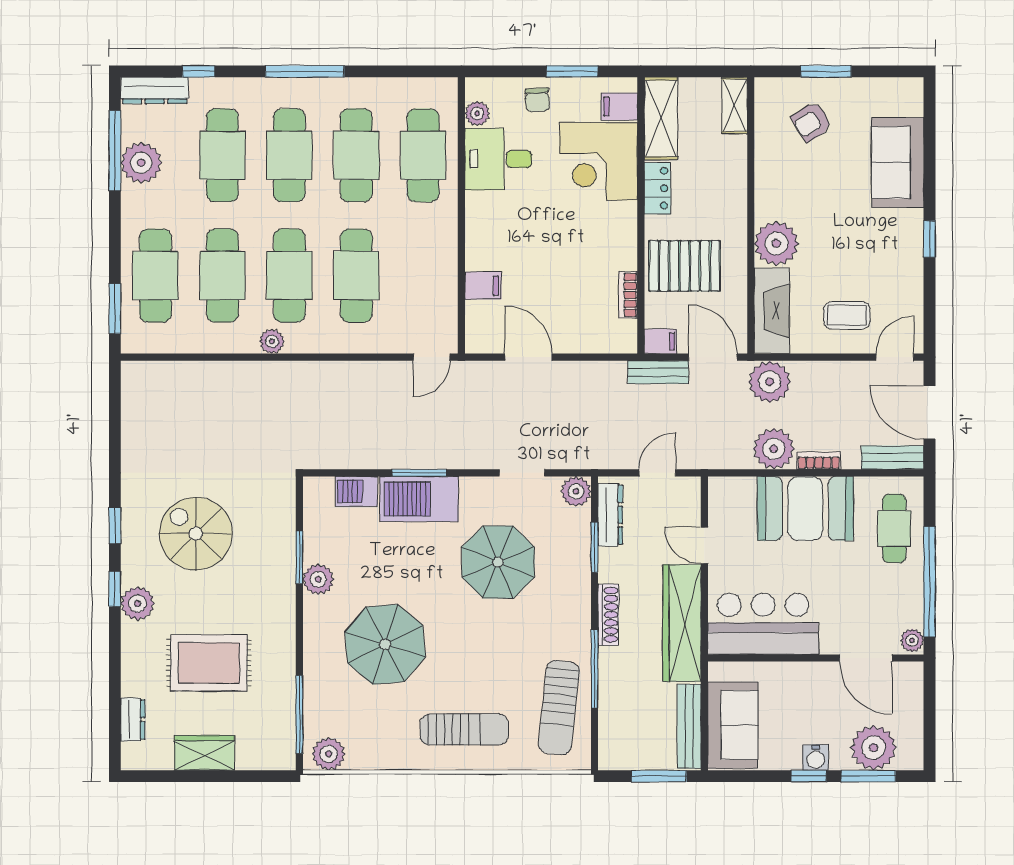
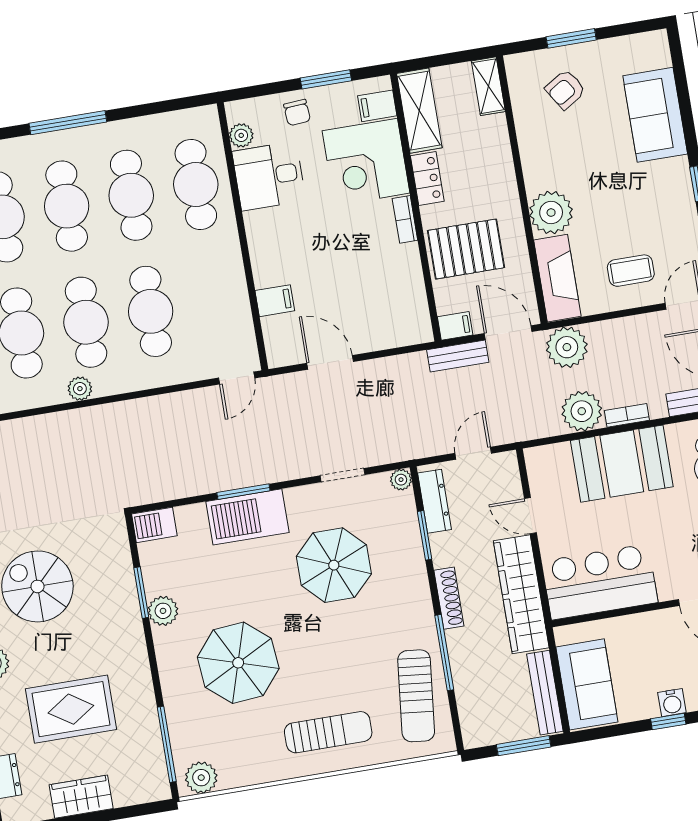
bookcase: (628, 295) -> (405, 219), moved
barbecue: (356, 491) -> (154, 525), moved
plant: (576, 491) -> (401, 480), width x0.73, depth x0.73

